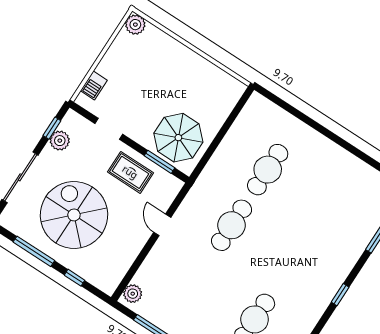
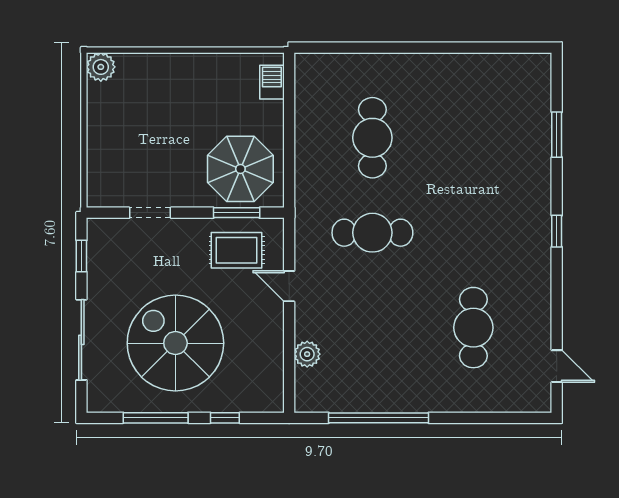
barbecue: (94, 86) -> (272, 82), moved, turned 180
plant: (60, 141) -> (100, 265), removed
rug: (130, 172) -> (237, 250), moved
cafe table: (232, 225) -> (372, 233), turned 90
plant: (133, 294) -> (307, 354), moved

